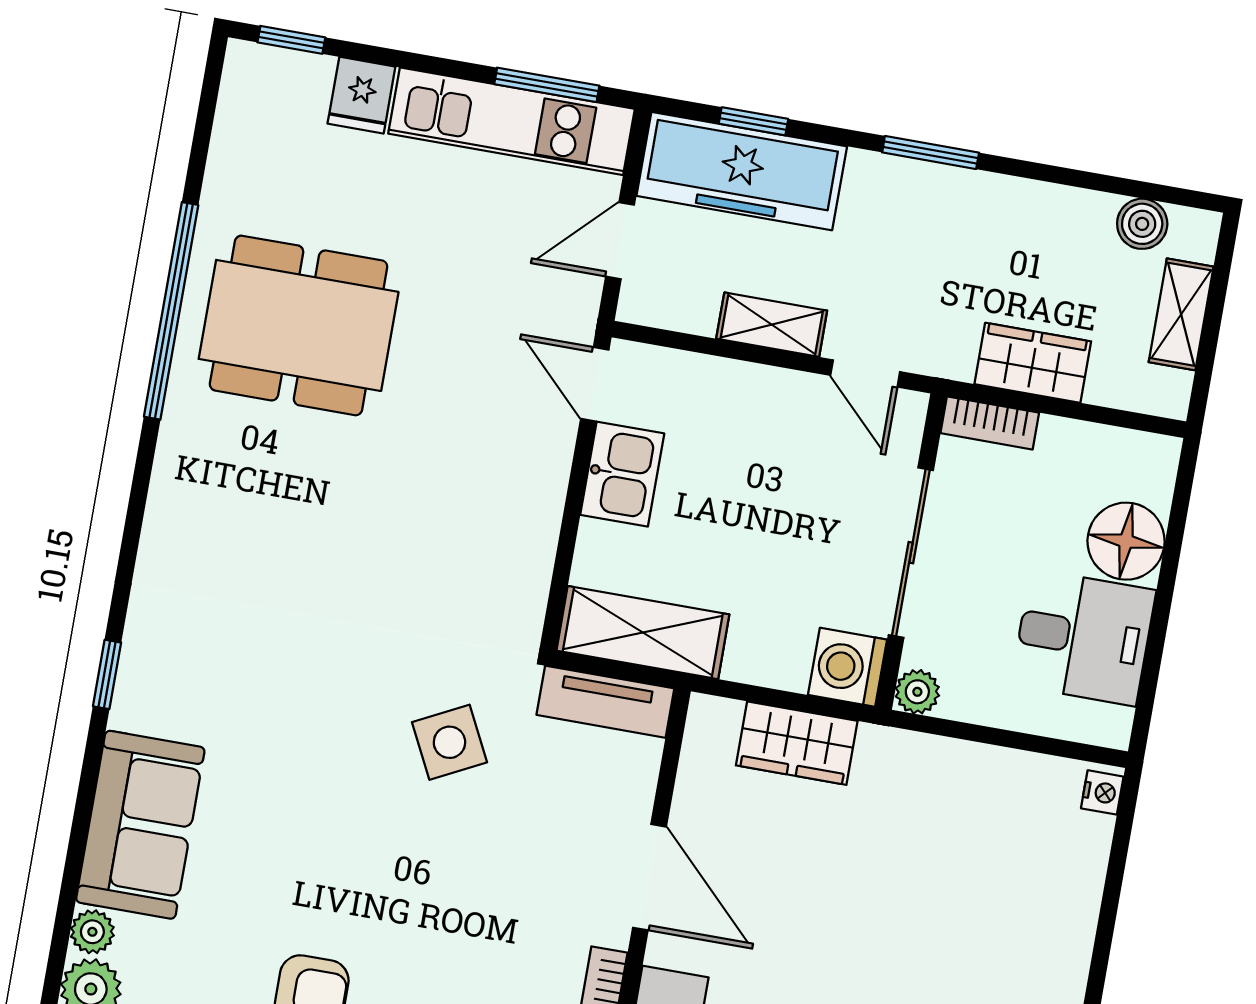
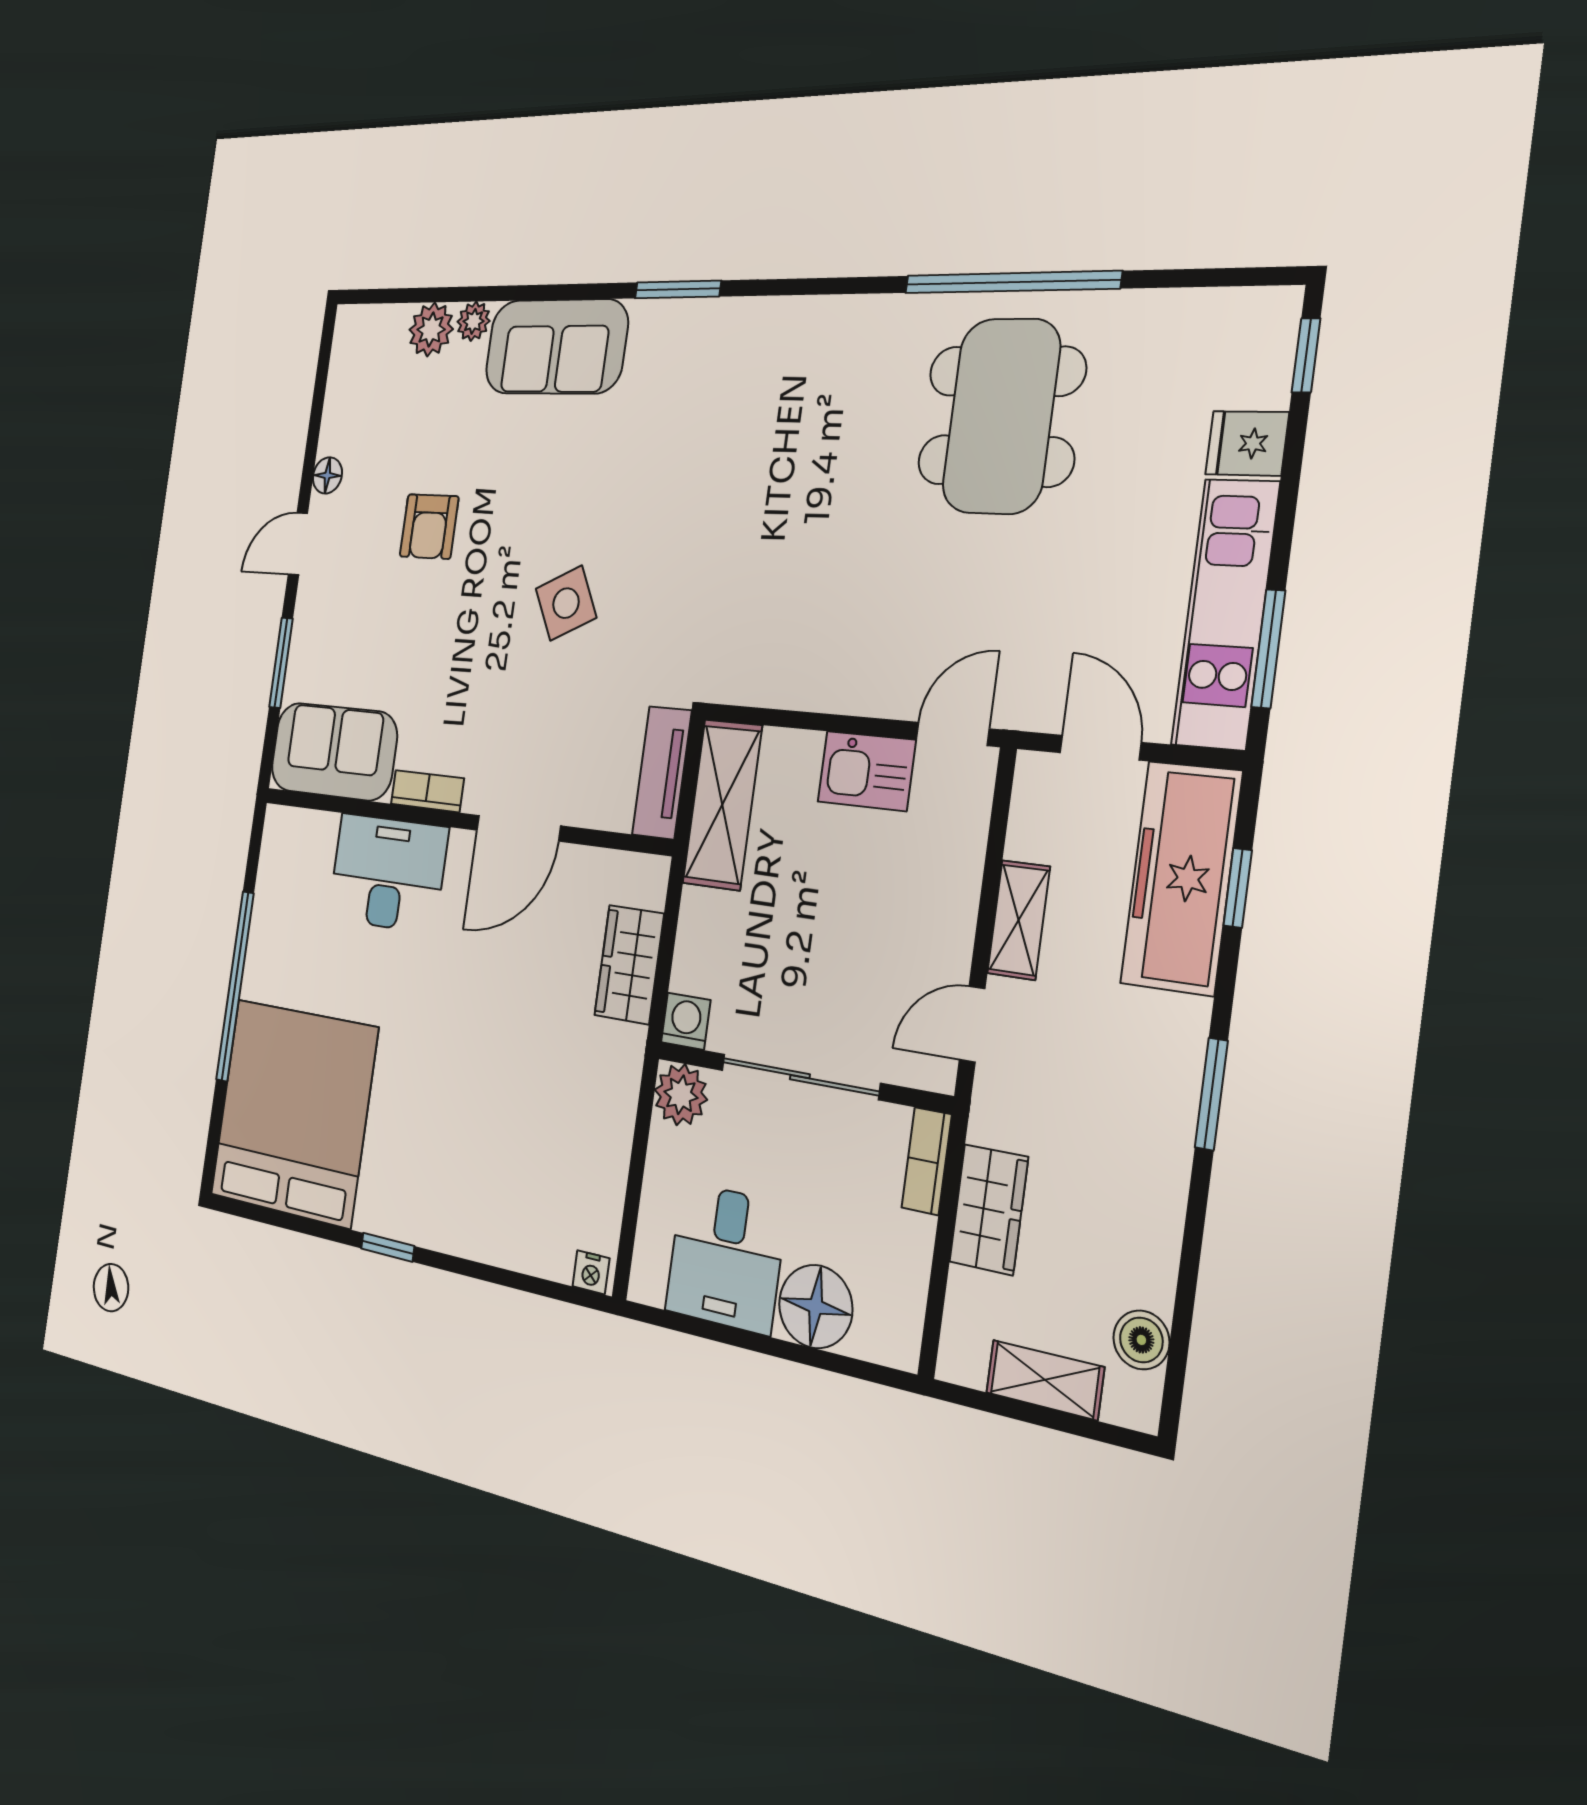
washing machine: (847, 667) -> (686, 1021), width x0.73, depth x0.73
window: (107, 674) -> (678, 289), width x1.50
plant: (917, 692) -> (681, 1095), width x1.38, depth x1.38
side table: (449, 742) -> (566, 603), moved

